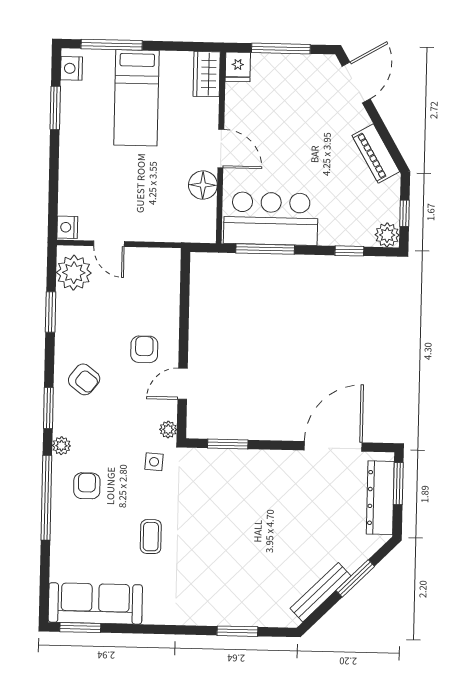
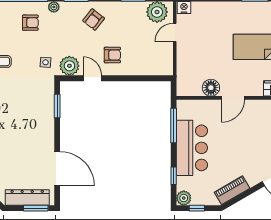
bar counter: (271, 219) -> (192, 148), moved
plant: (168, 429) -> (69, 66), width x1.87, depth x1.87

